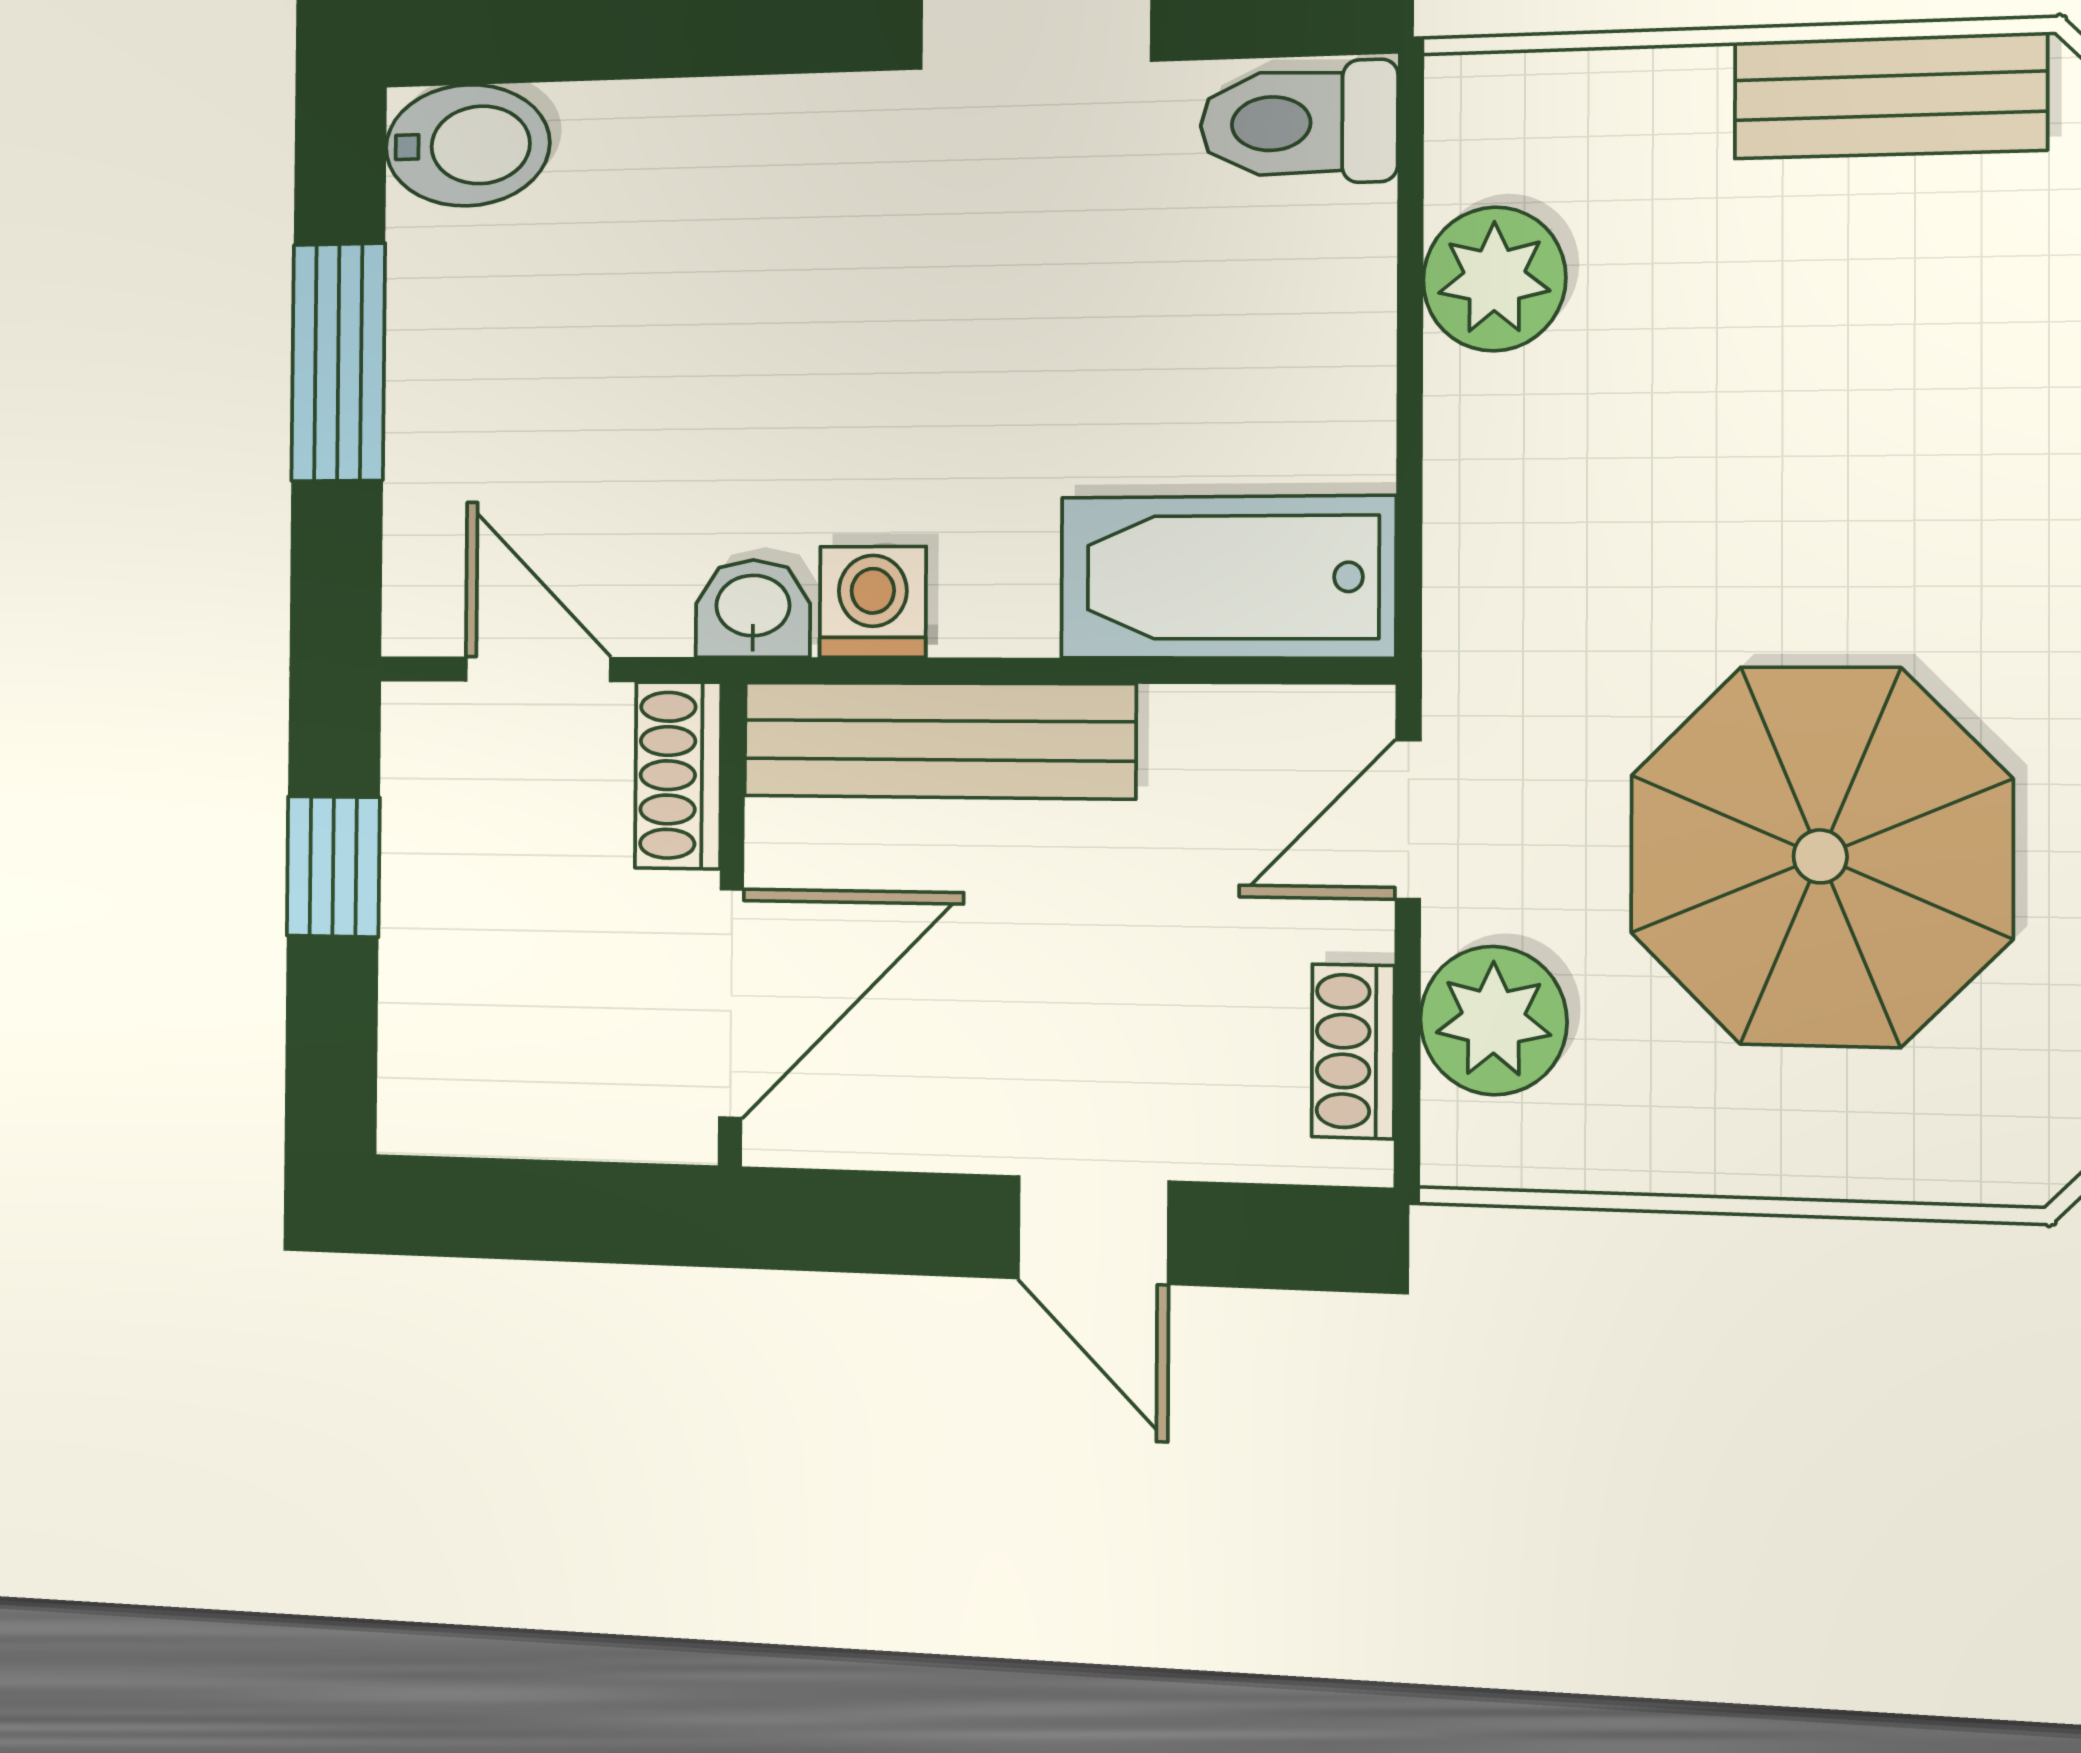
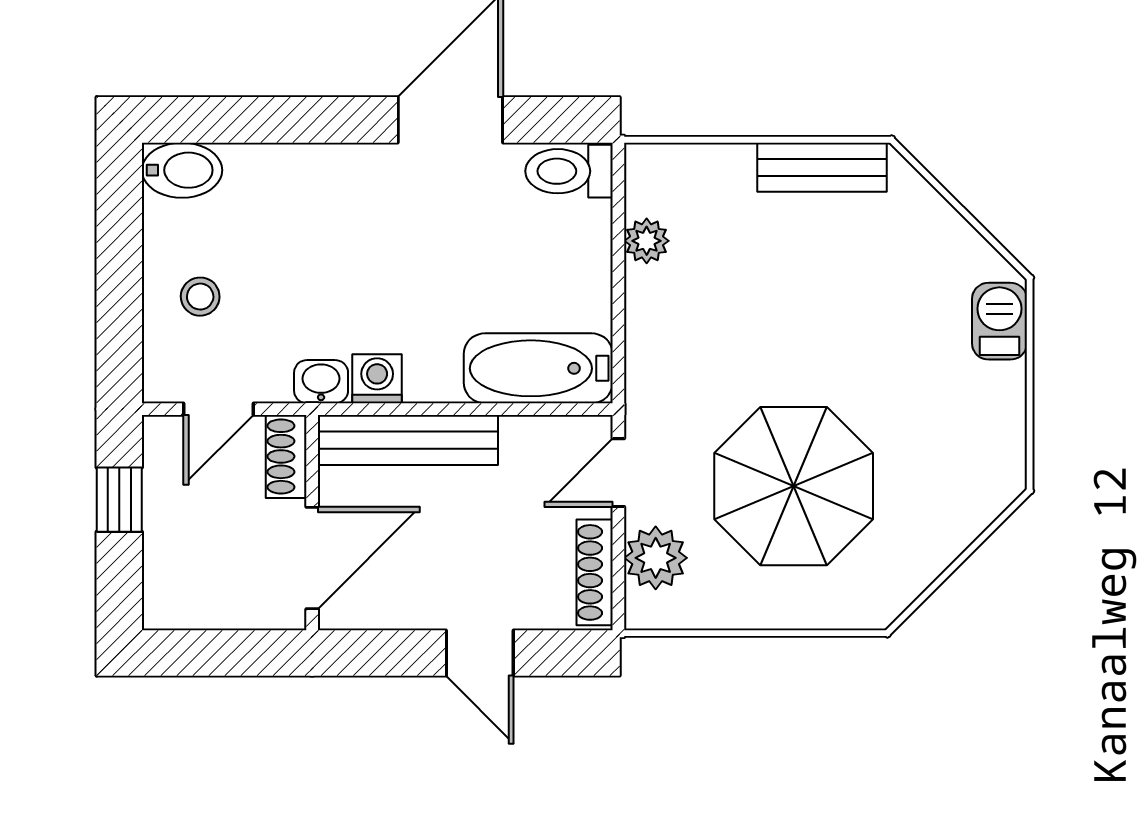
plant: (1494, 279) -> (647, 241), width x0.73, depth x0.73
window: (338, 362) -> (119, 268), removed
stool: (502, 422) -> (200, 297), added
door: (538, 669) -> (219, 409), swing flipped
shoe rack: (1353, 1051) -> (595, 572), width x1.43

